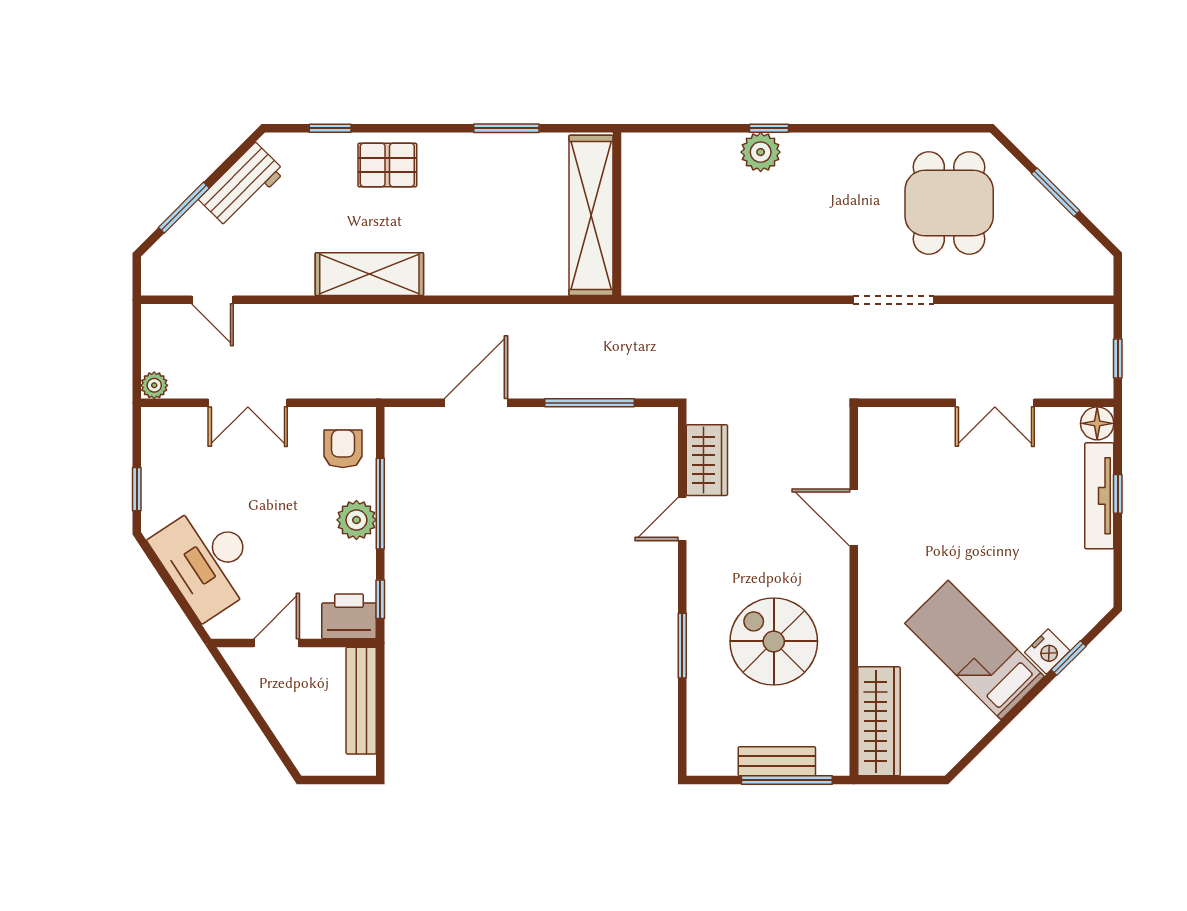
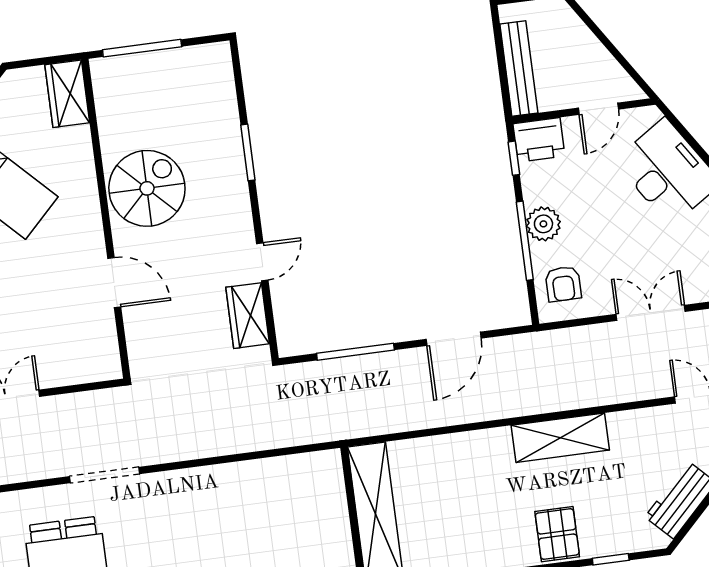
pallet: (387, 165) -> (557, 534), turned 90
spiral stairs: (774, 641) -> (147, 188), moved, turned -90
wardrobe: (879, 721) -> (67, 94), width x0.67
bench: (777, 761) -> (153, 63), removed

